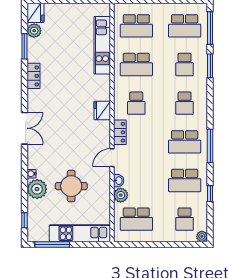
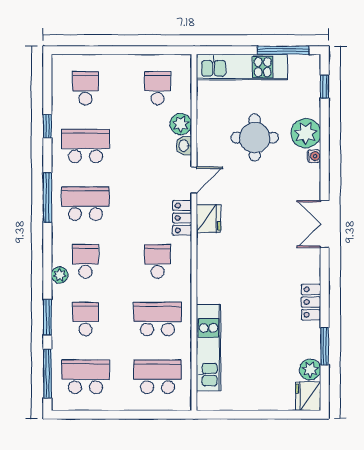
fridge: (102, 111) -> (208, 219), moved
school desk: (136, 219) -> (158, 88), width x0.54
plant: (202, 236) -> (60, 275), moved

